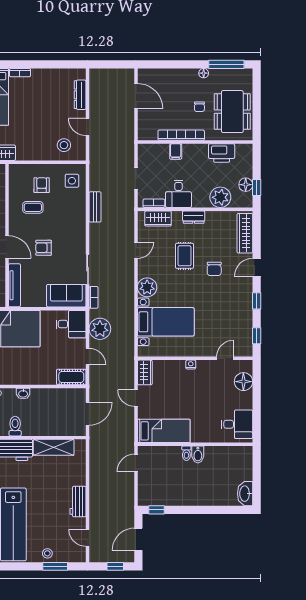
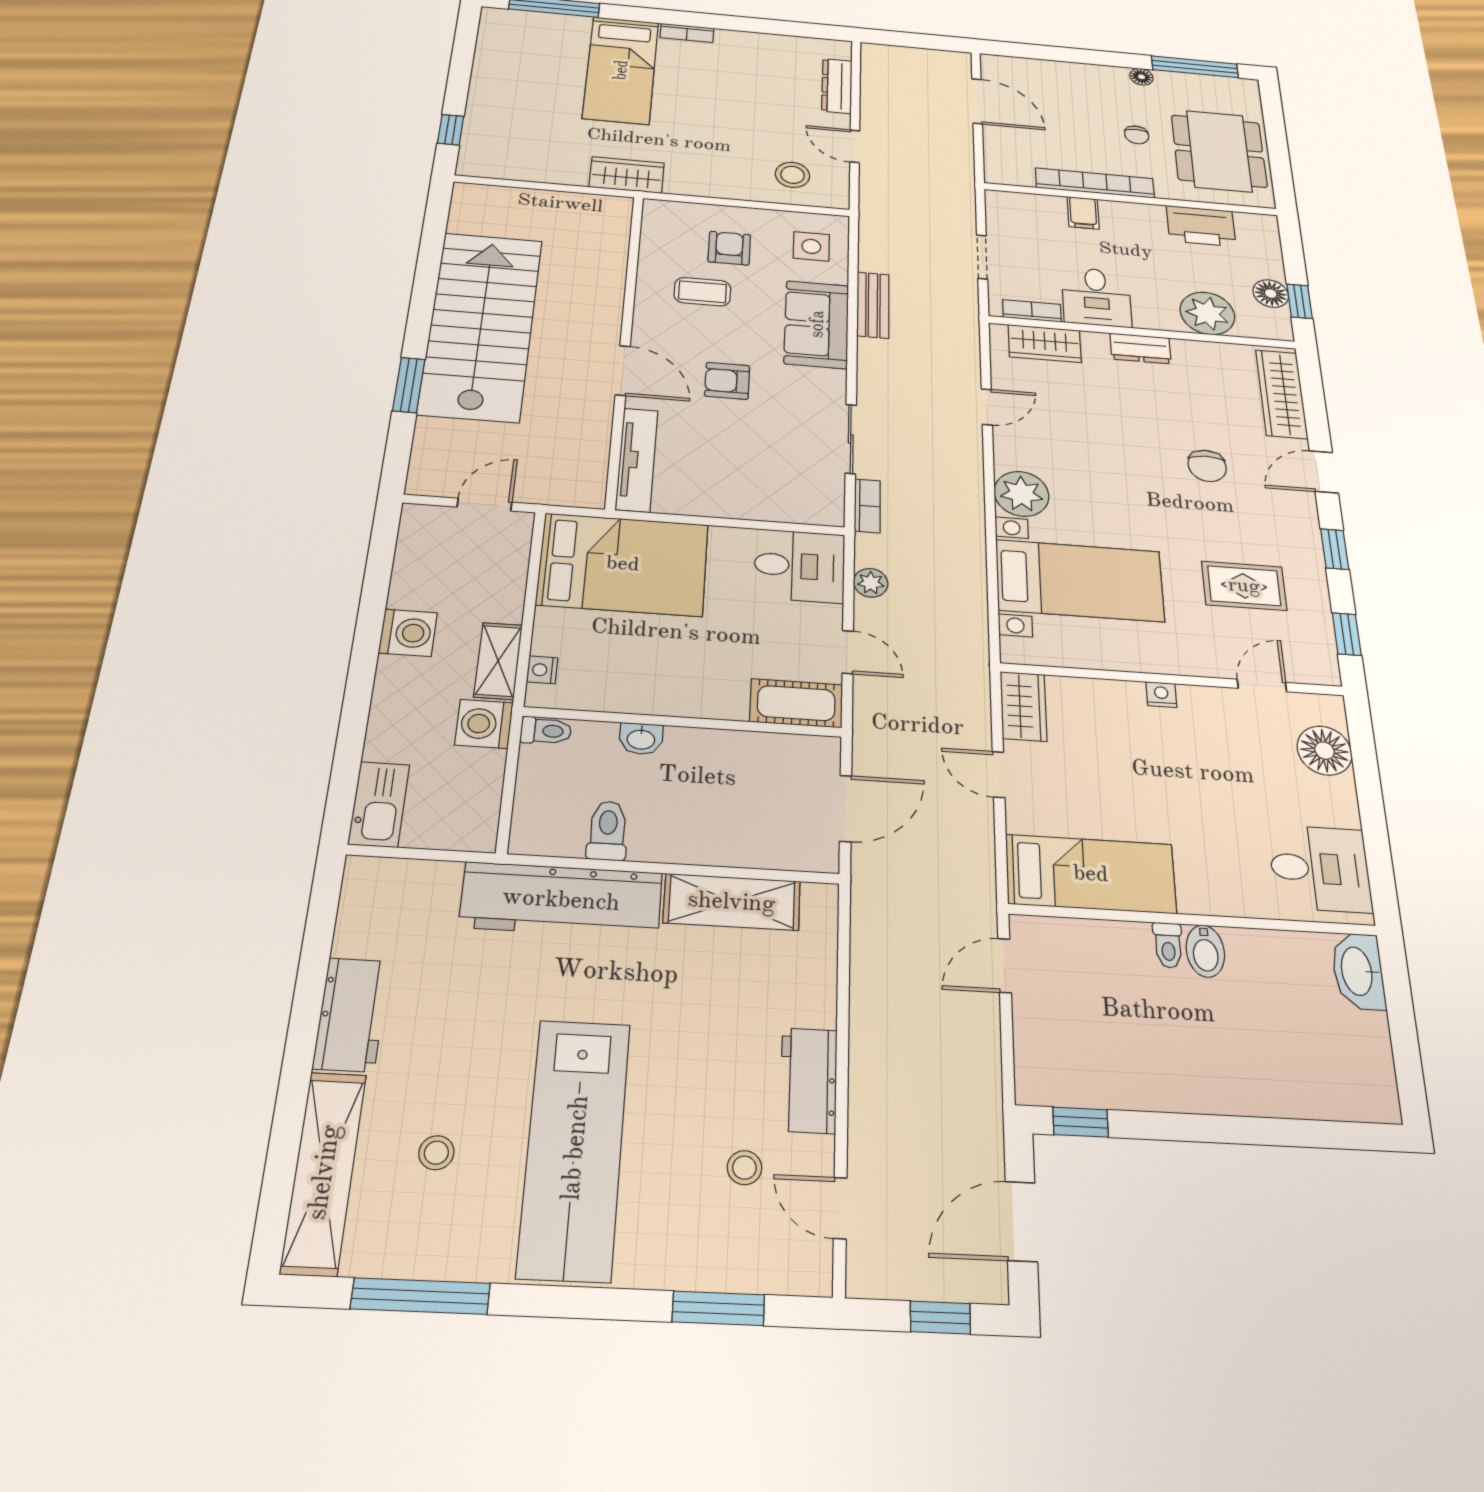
rug: (184, 256) -> (1244, 586), moved, turned 90
sofa: (66, 296) -> (817, 324), moved, turned -90
plant: (100, 329) -> (871, 583), width x0.53, depth x0.53
washbasin: (245, 494) -> (1358, 971), moved
stool: (47, 553) -> (744, 1168), moved

